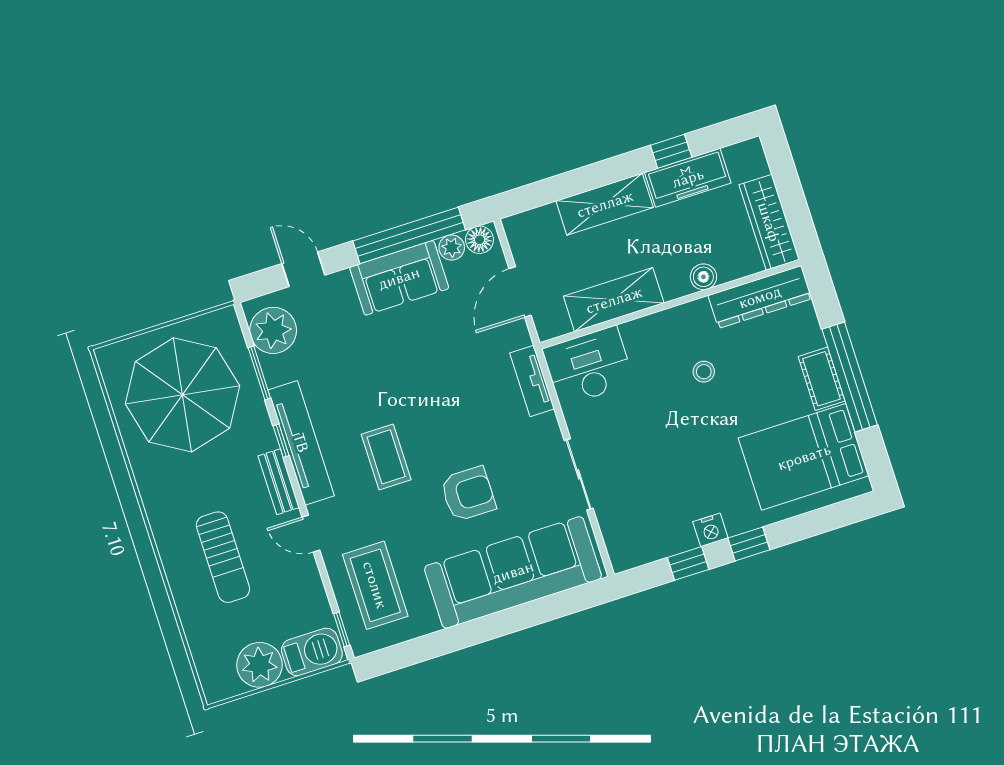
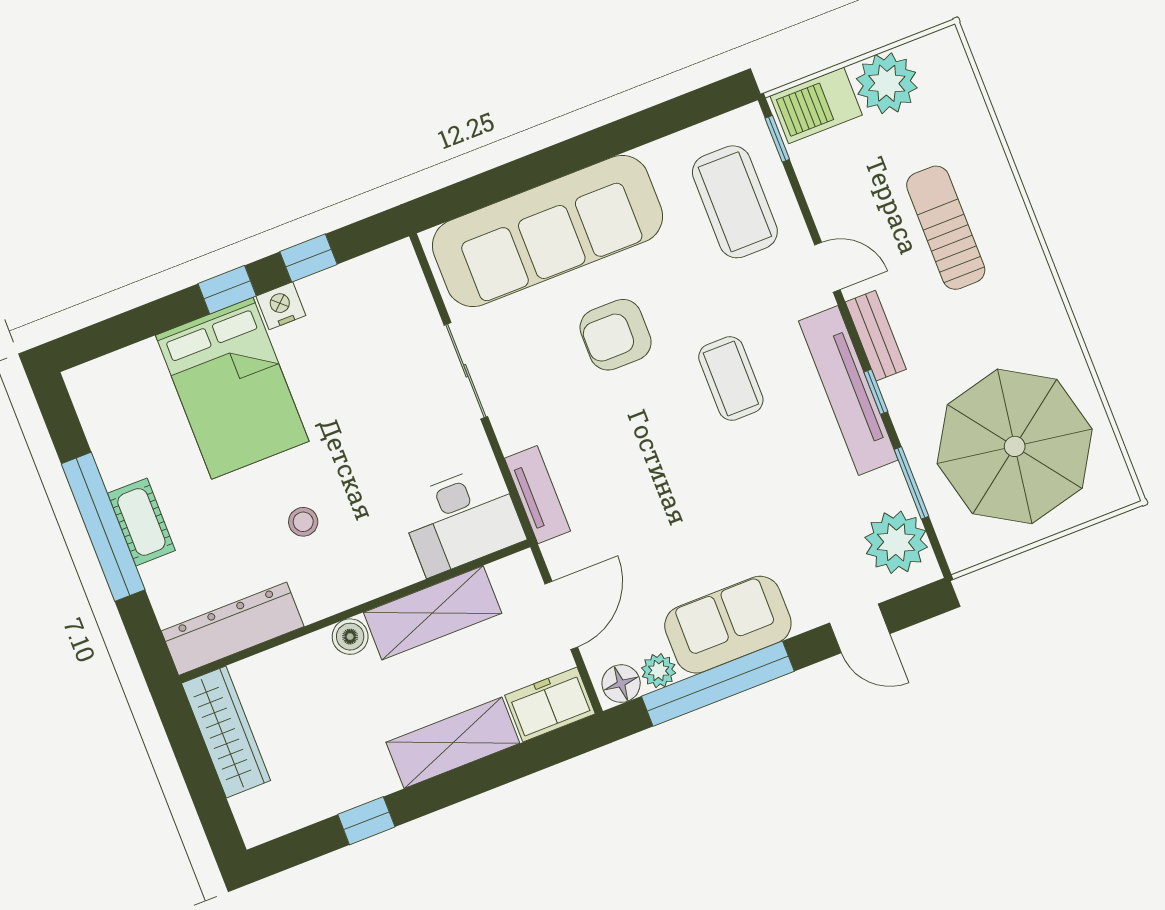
freezer: (688, 178) -> (550, 705), moved, width x0.71
boiler: (703, 277) -> (350, 637), moved
bed: (804, 457) -> (232, 388), moved, turned 90

